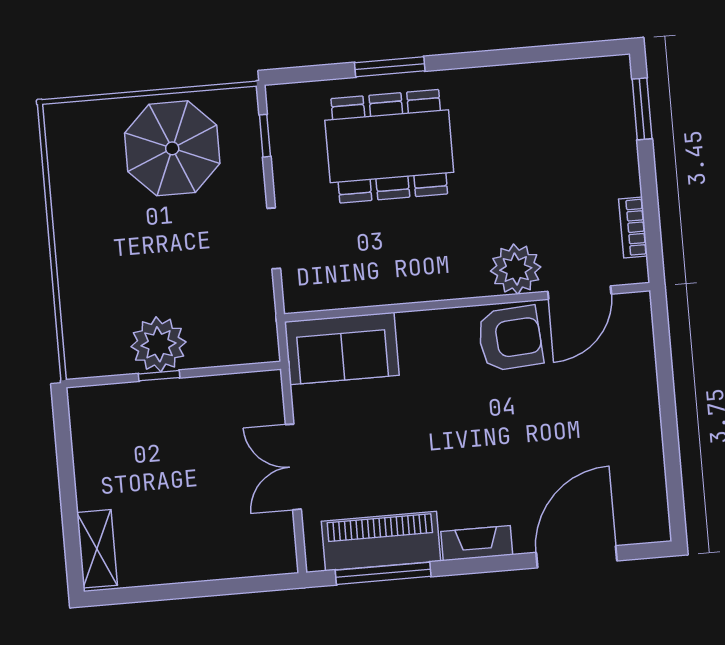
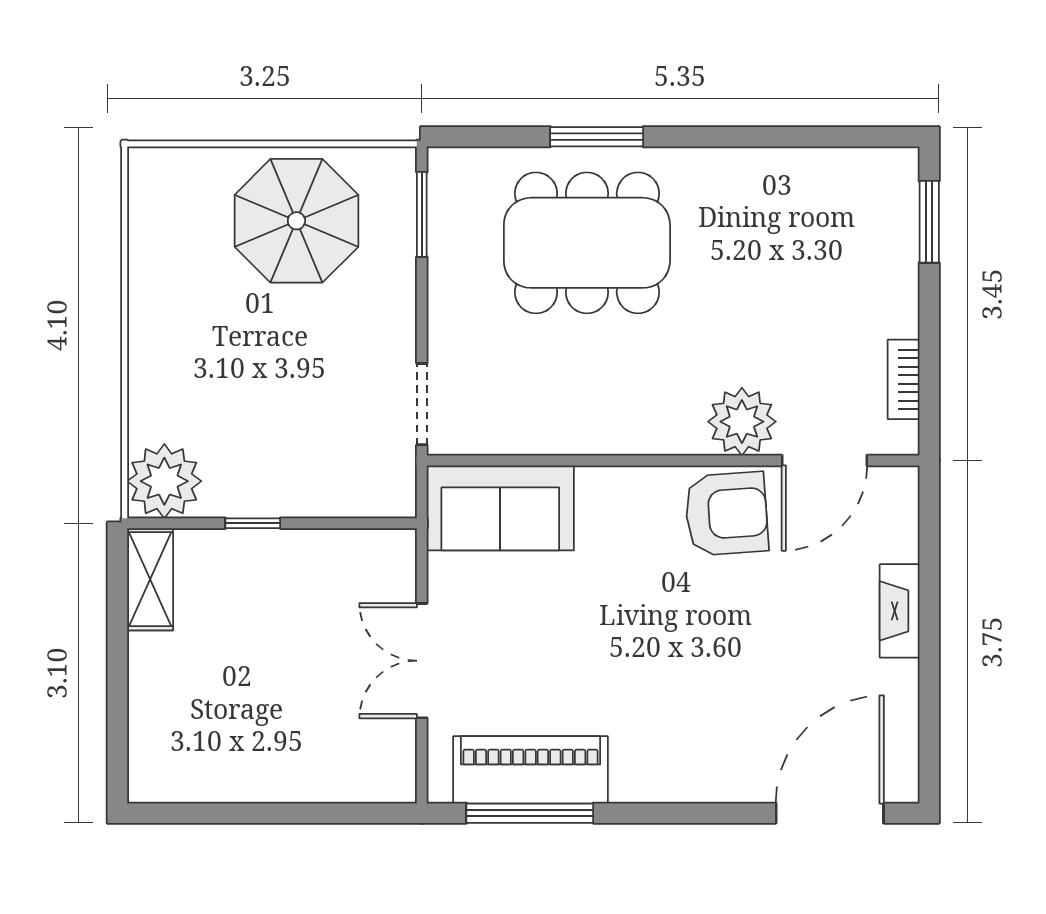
window: (265, 136) -> (422, 214), width x1.50
doorway: (274, 238) -> (422, 404), moved
plant: (158, 344) -> (164, 481), moved
fireplace: (477, 543) -> (900, 611), moved, turned -90
shelving: (97, 549) -> (150, 579), moved
door: (577, 557) -> (830, 813), moved

